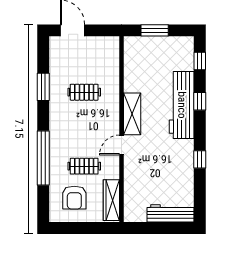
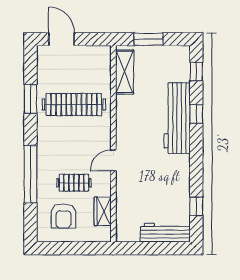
clothes rail: (84, 92) -> (74, 105), width x1.86, depth x1.31
shelving: (132, 114) -> (125, 72), moved
window: (200, 159) -> (196, 206), moved
wardrobe: (111, 200) -> (103, 211), width x0.67

